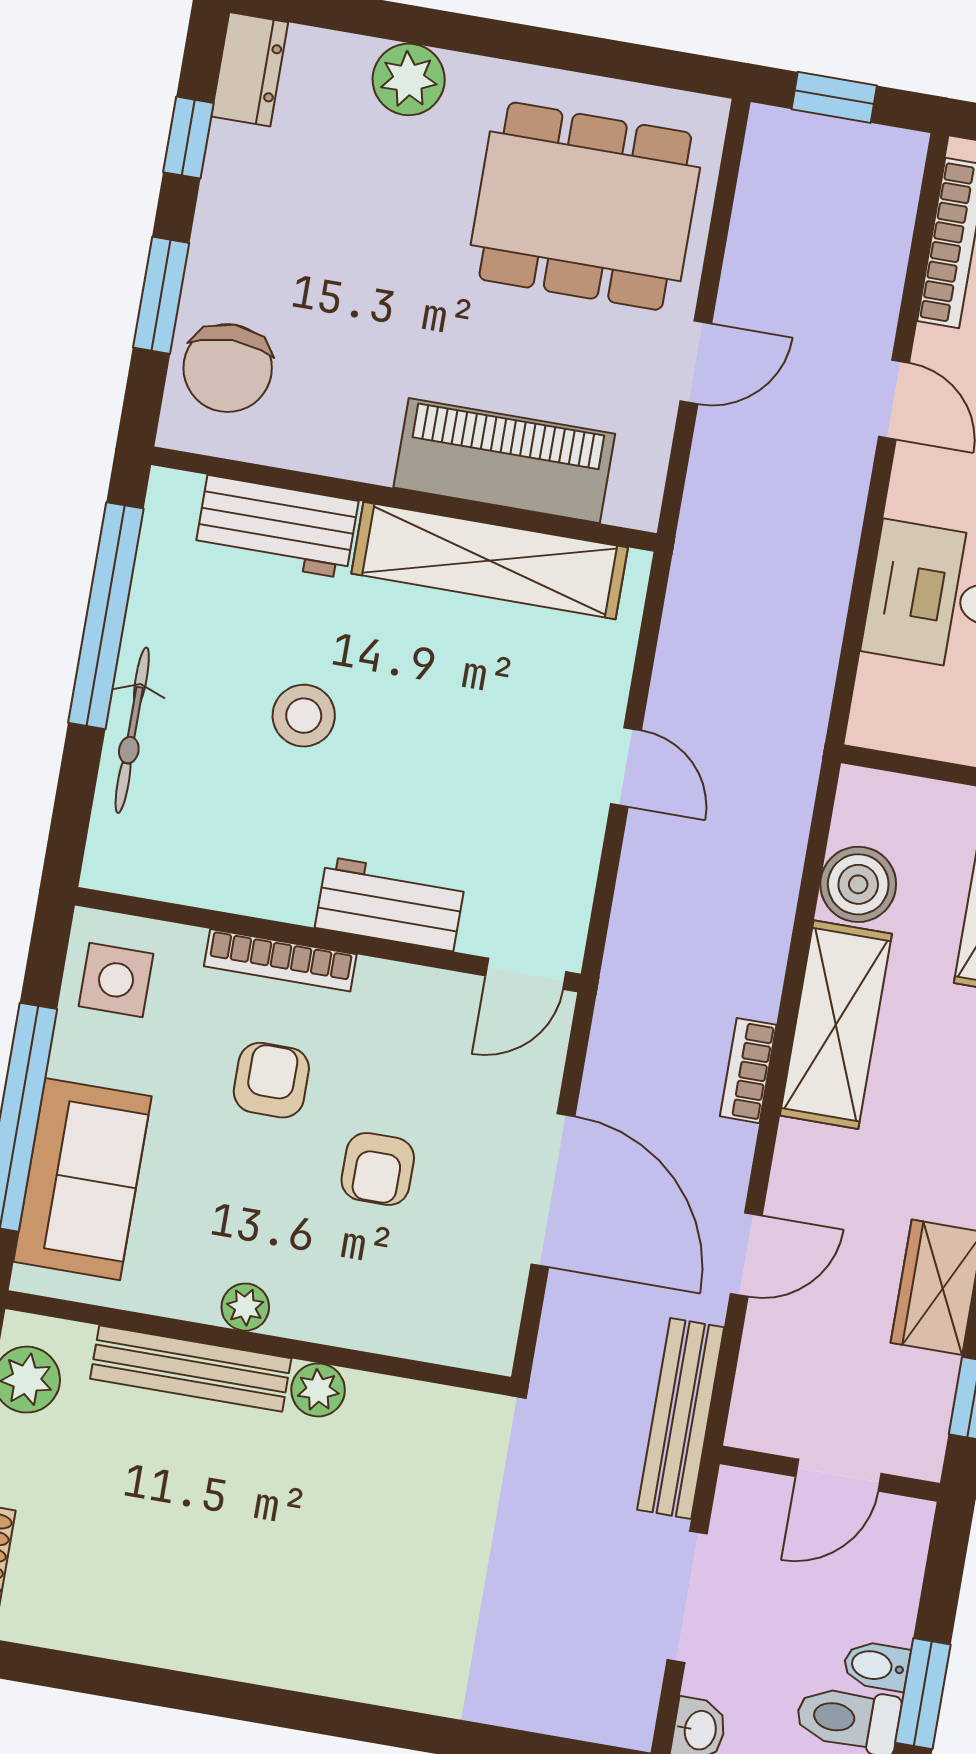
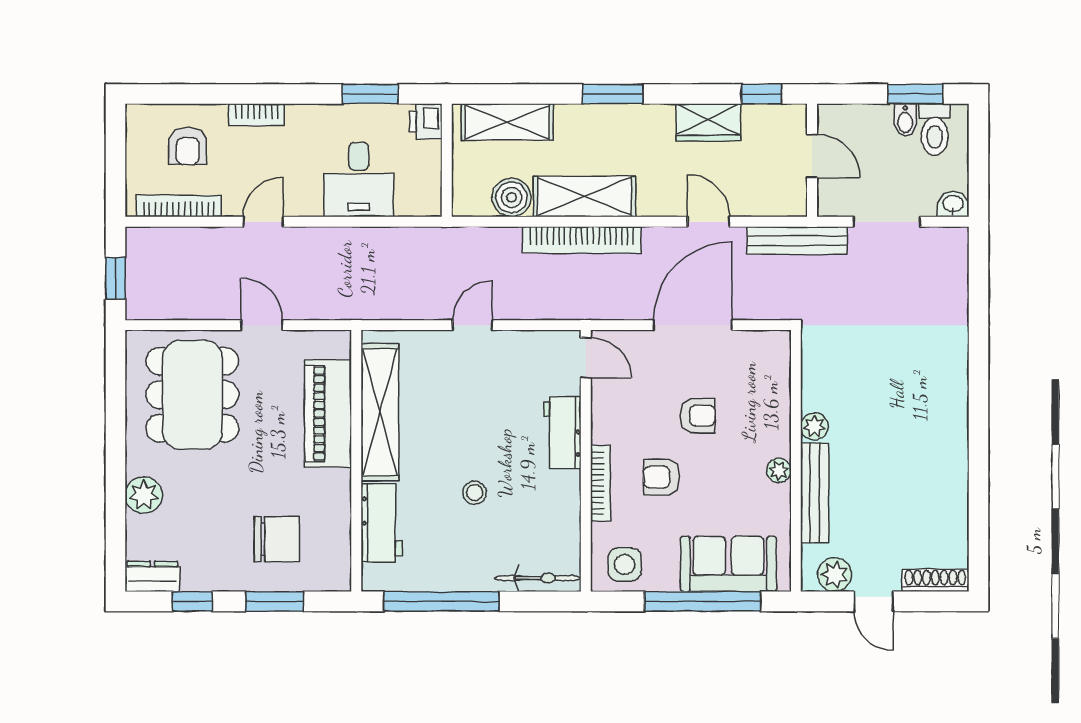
chair: (228, 368) -> (277, 539), moved
stool: (304, 716) -> (475, 493), width x0.73, depth x0.73
bicycle: (132, 730) -> (538, 578), moved
bookcase: (748, 1071) -> (582, 240), width x2.31, depth x1.31

